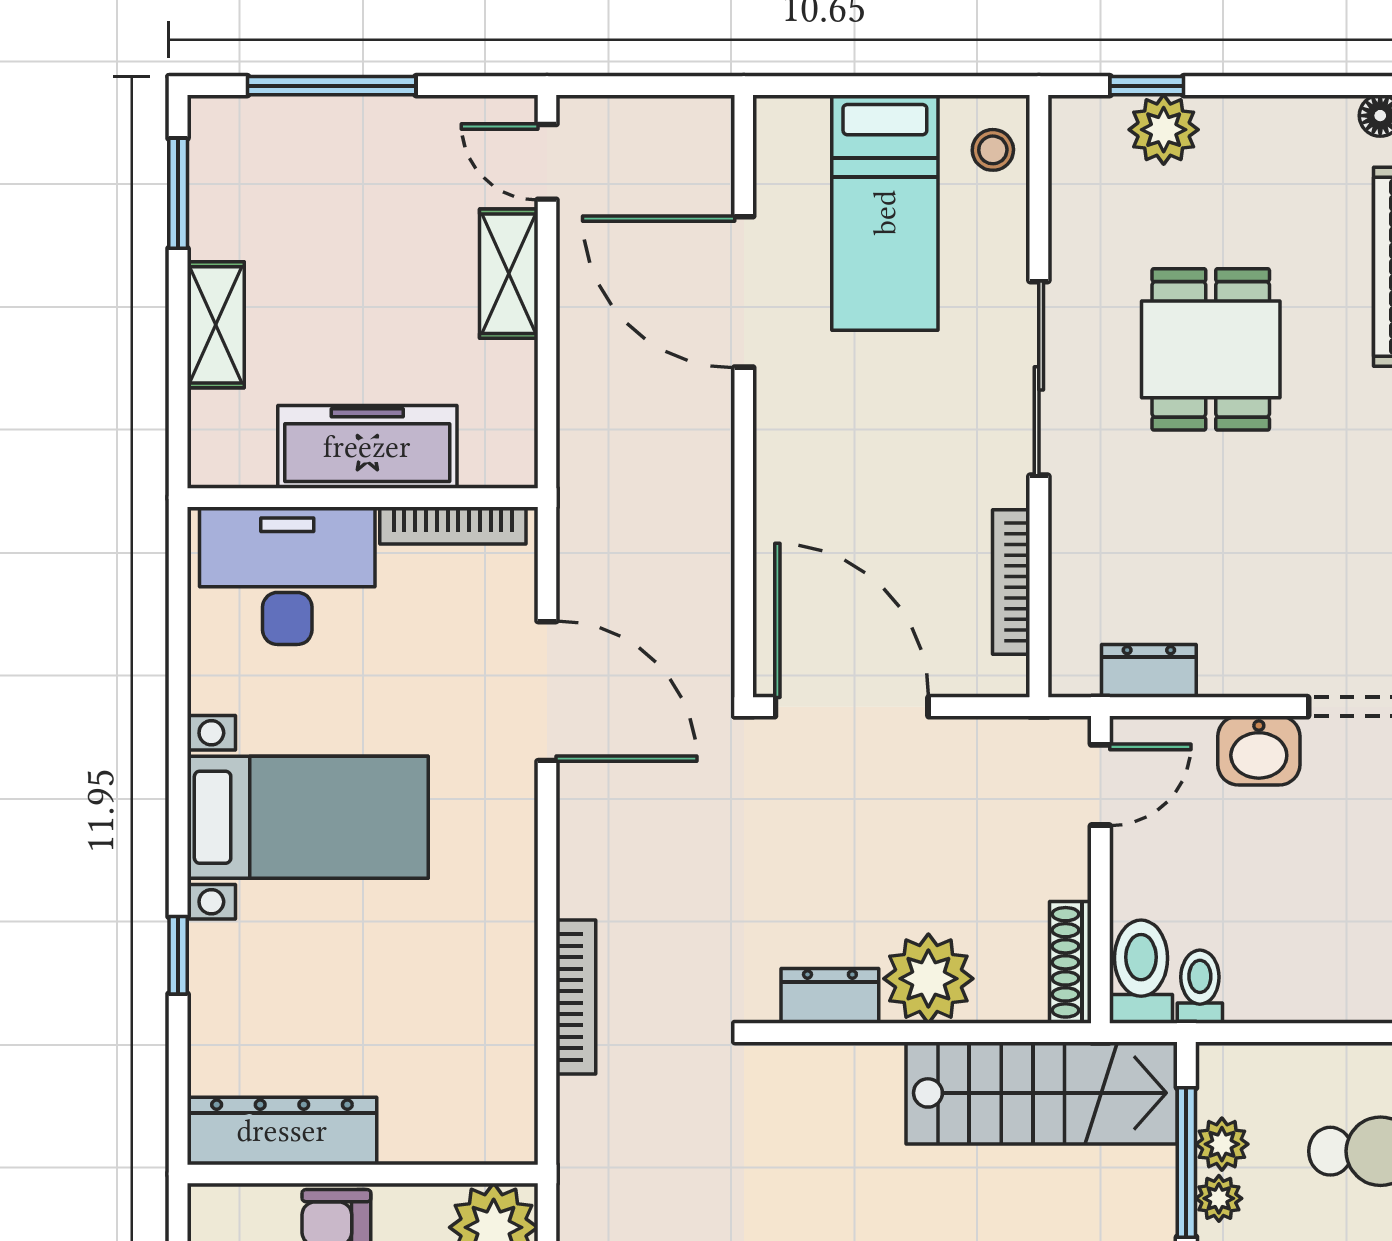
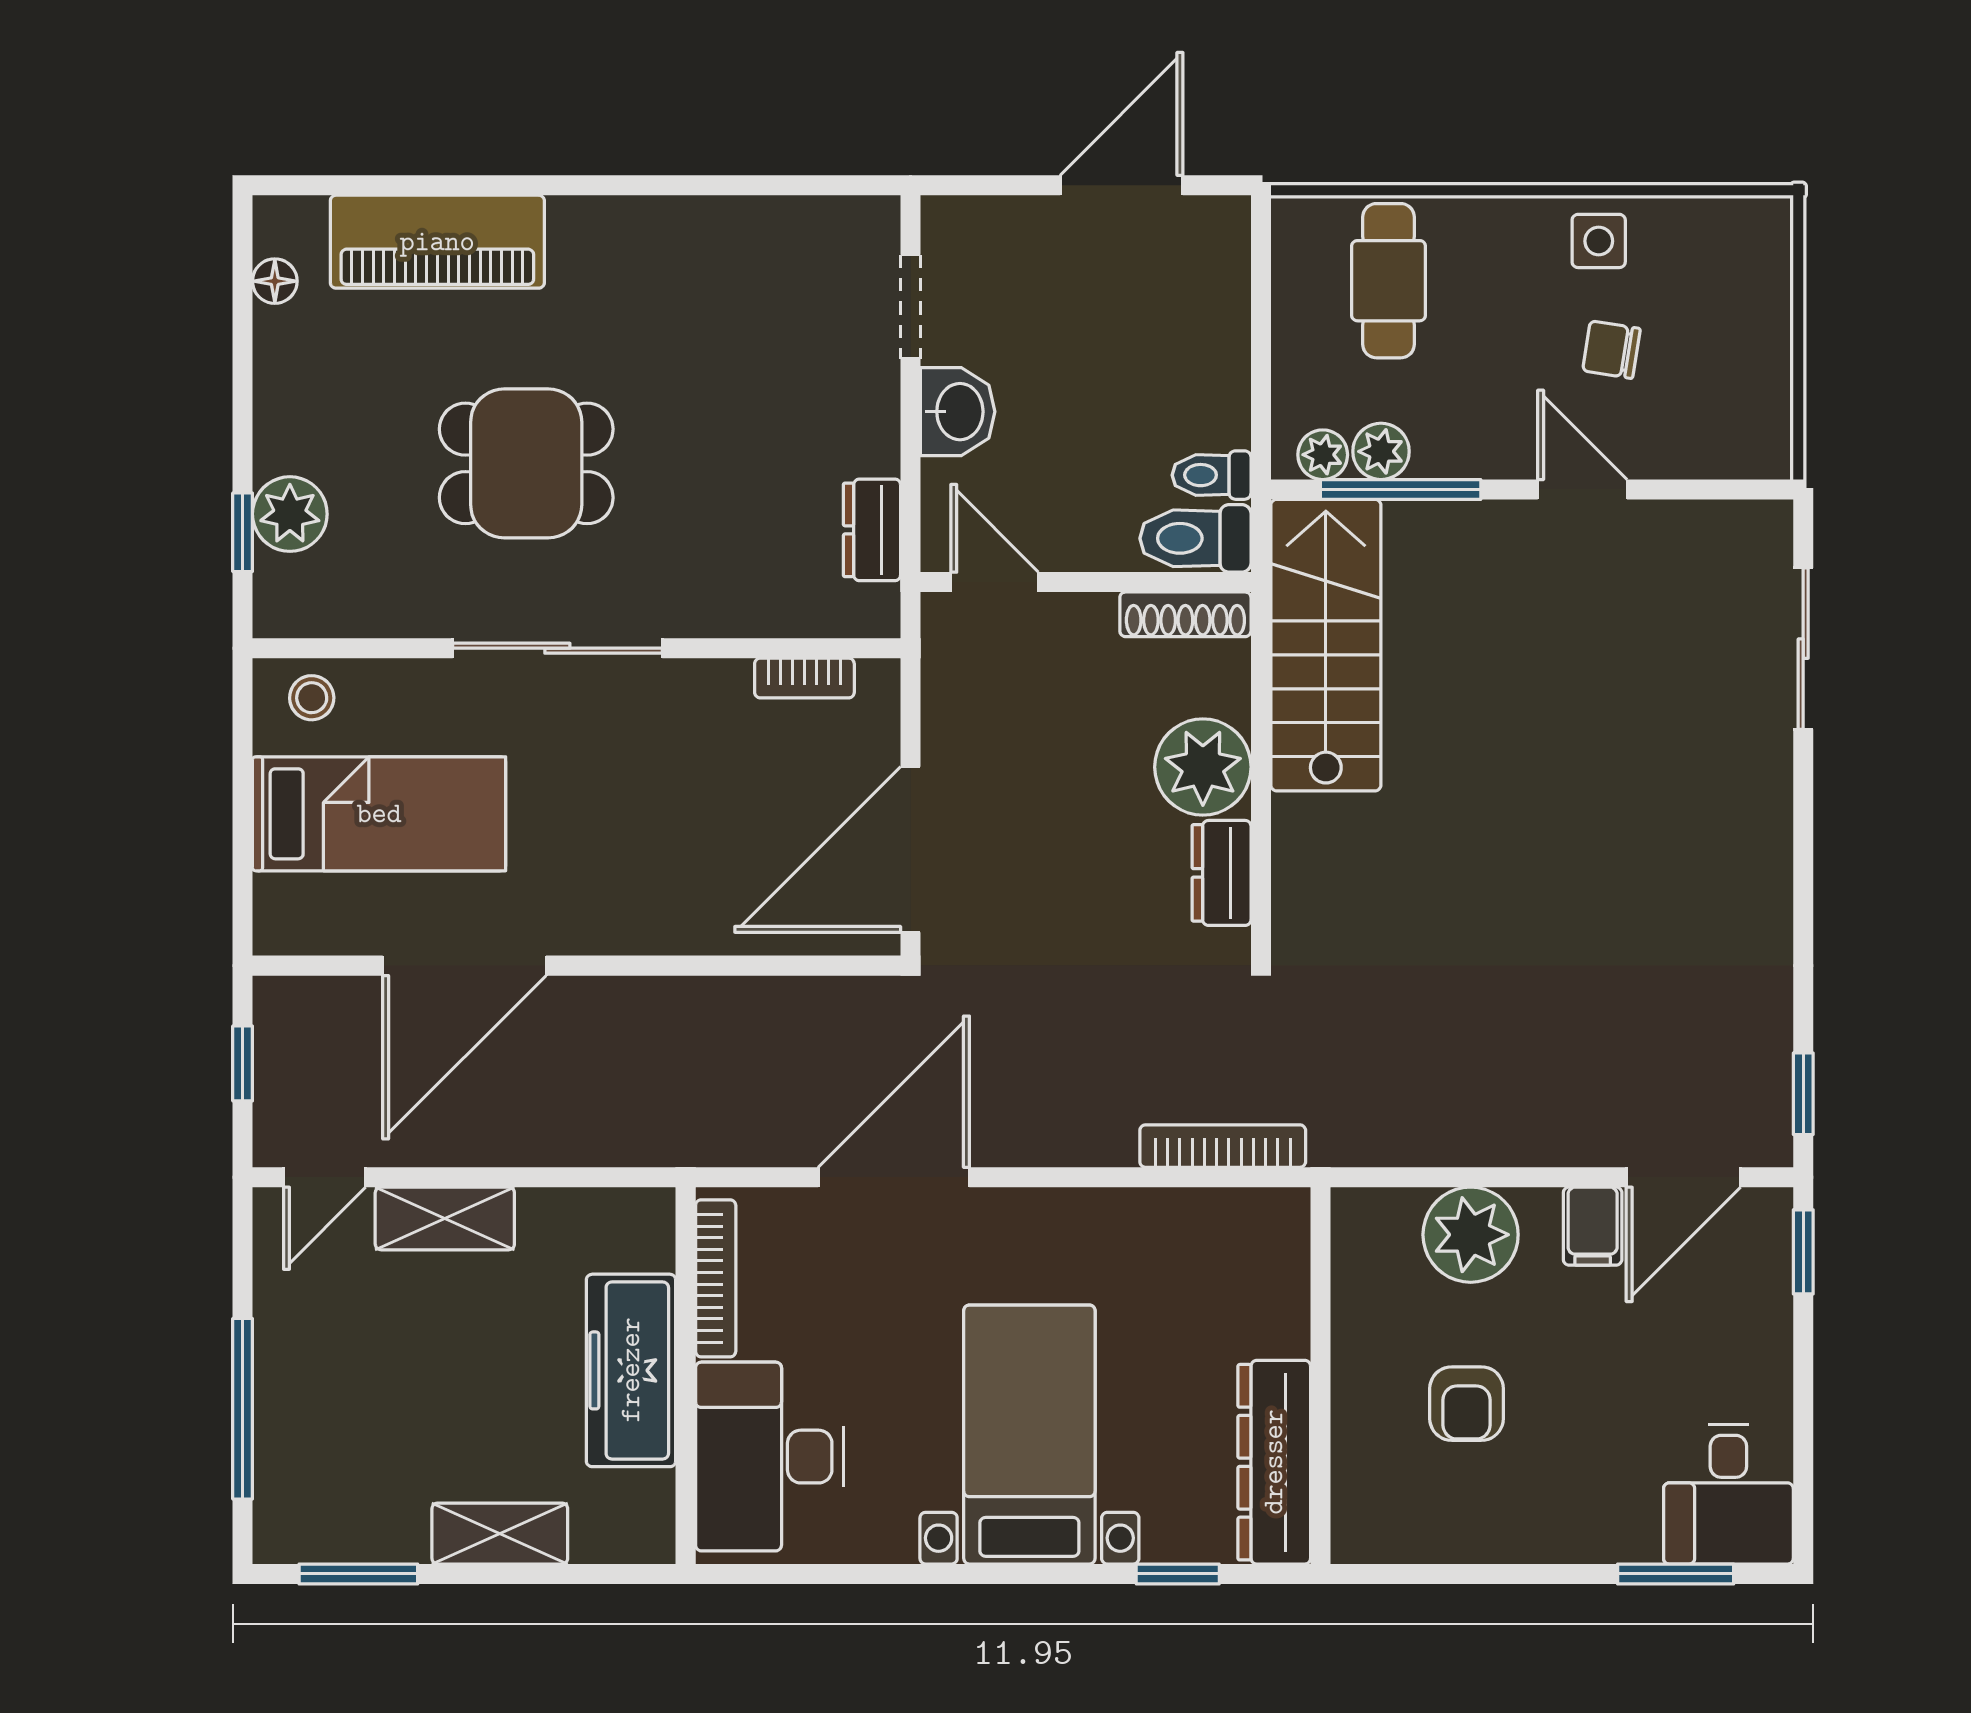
window: (653, 86) -> (243, 1063), added
bookcase: (1011, 582) -> (804, 678), width x0.64
dresser: (282, 1131) -> (1274, 1462), moved
wall: (363, 1174) -> (1320, 1376), moved
plant: (1219, 1198) -> (1323, 455), moved

